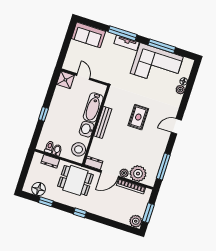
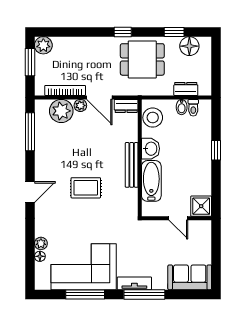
rug: (138, 117) -> (86, 188), turned 90
door: (110, 174) -> (99, 97), swing flipped
dining table: (75, 180) -> (142, 59), moved

